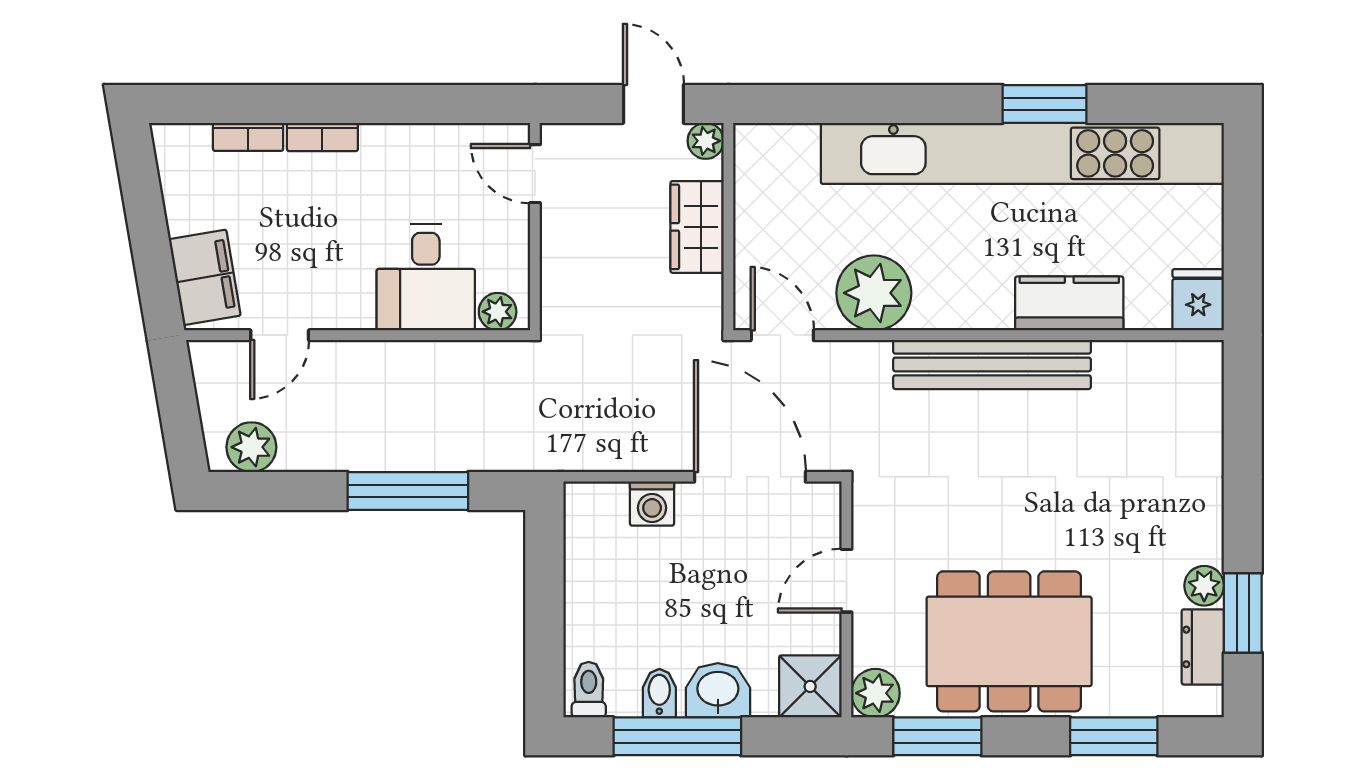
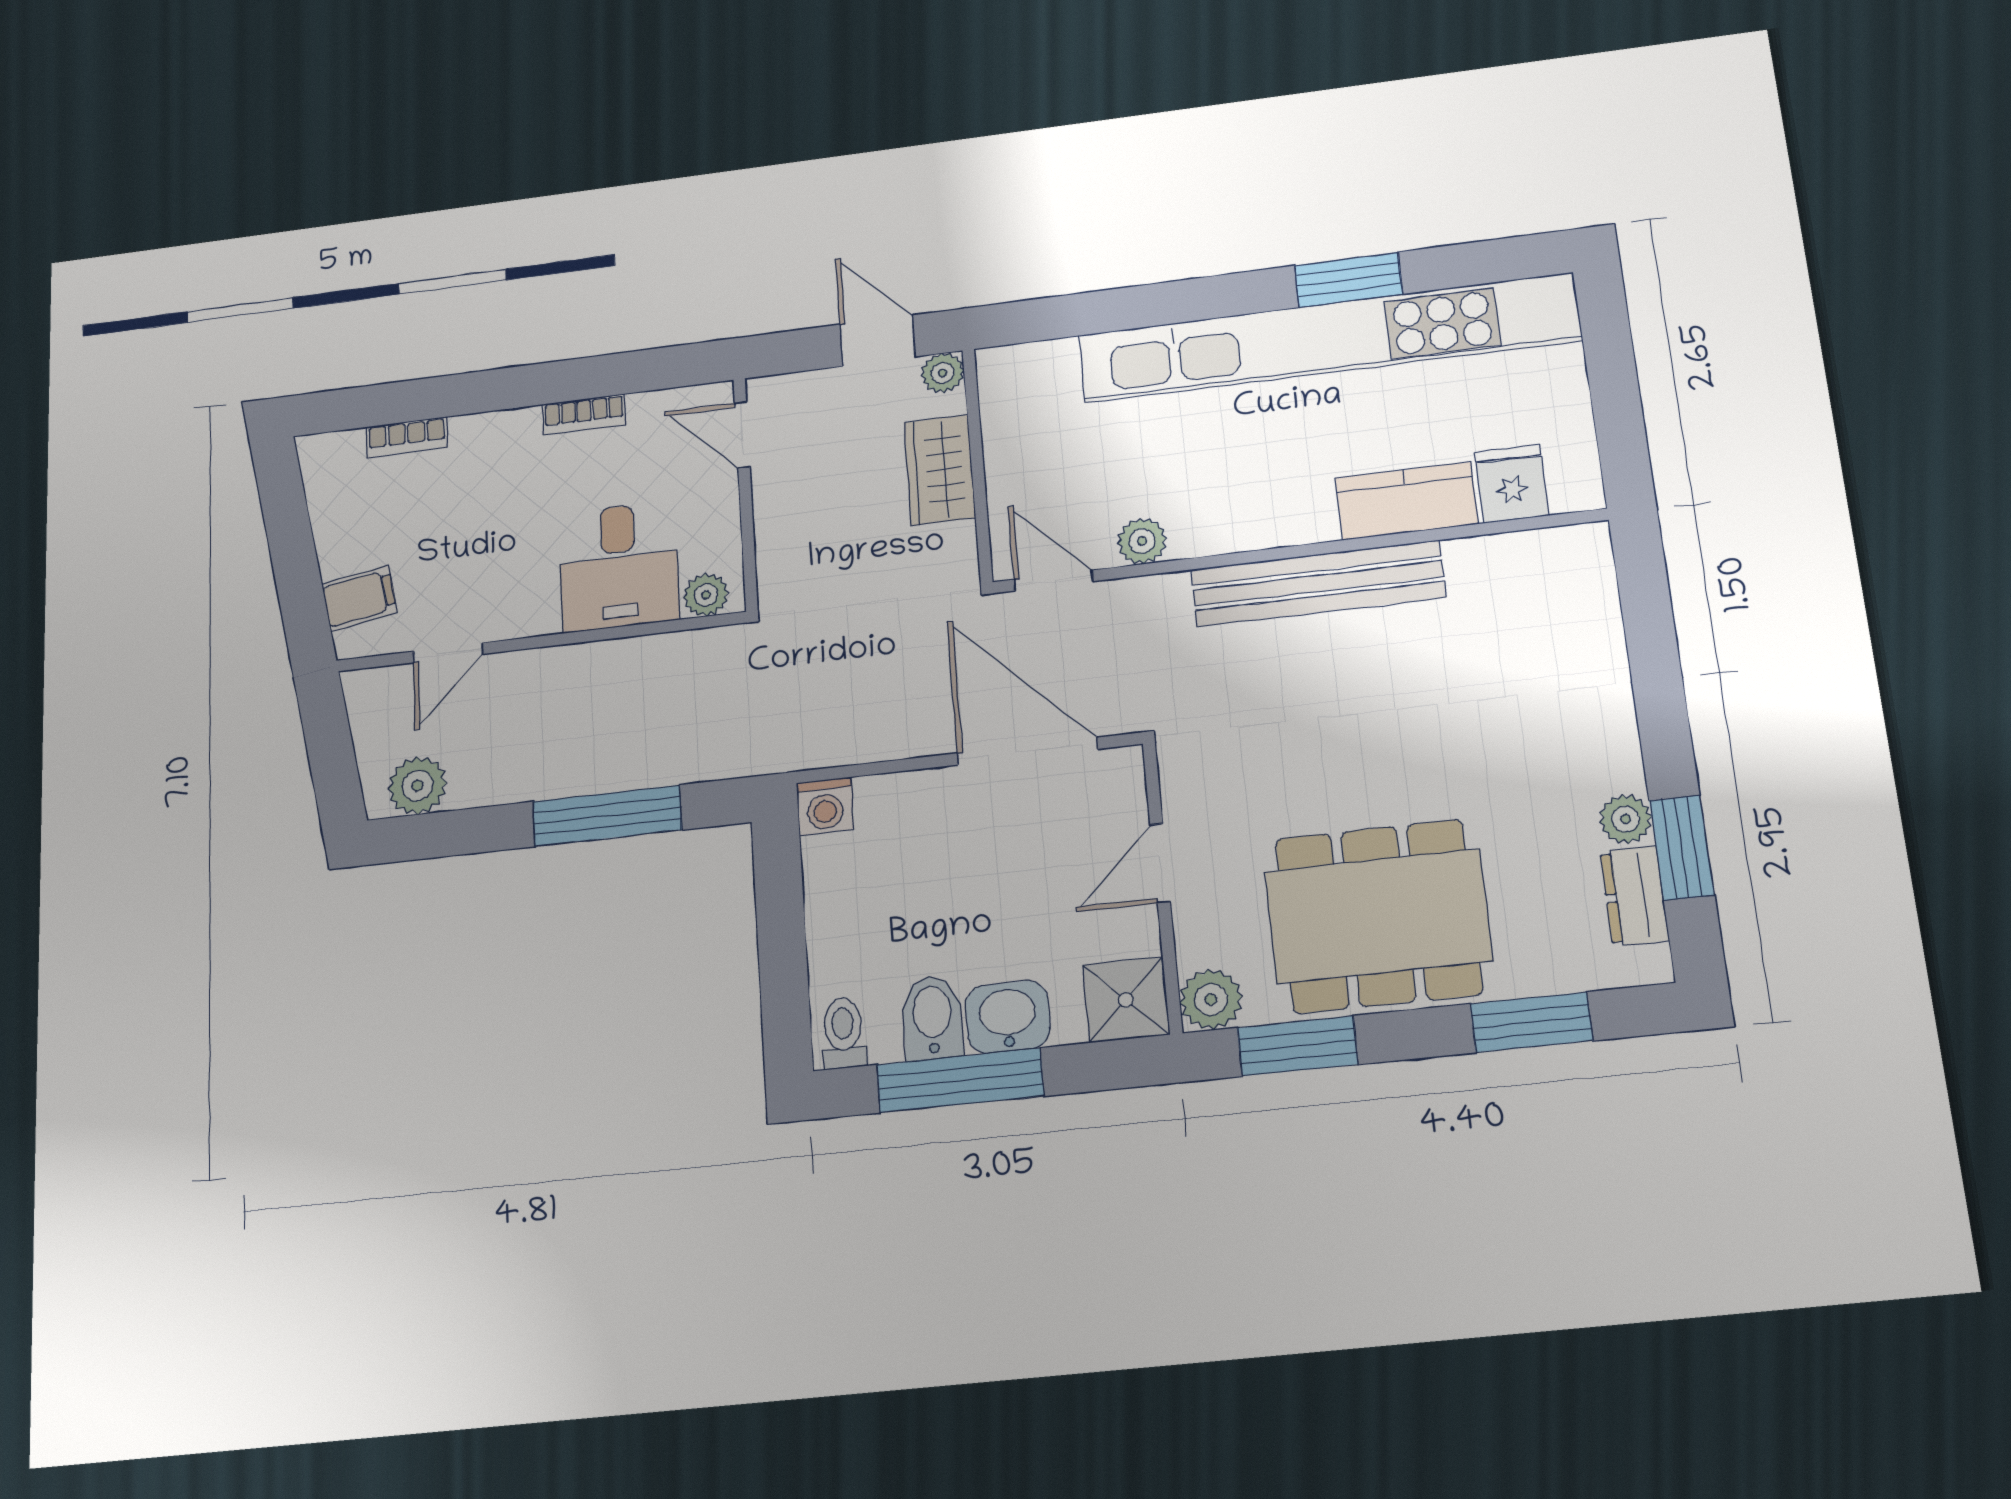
bookcase: (322, 137) -> (584, 415), moved
filing cabinet: (205, 277) -> (359, 598), width x0.50
plant: (874, 293) -> (1142, 541), width x0.53, depth x0.53
fridge: (1198, 300) -> (1512, 484), moved
washing machine: (652, 504) -> (825, 806), moved
bidet: (659, 693) -> (932, 1017), width x1.38, depth x1.36

